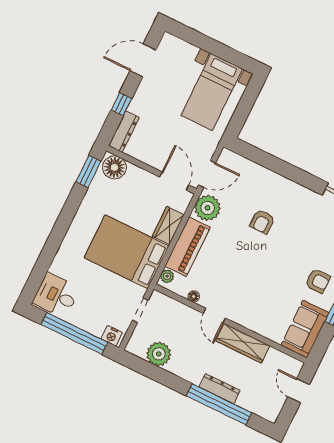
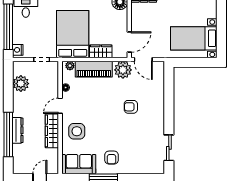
side table: (260, 310) -> (77, 131), added

